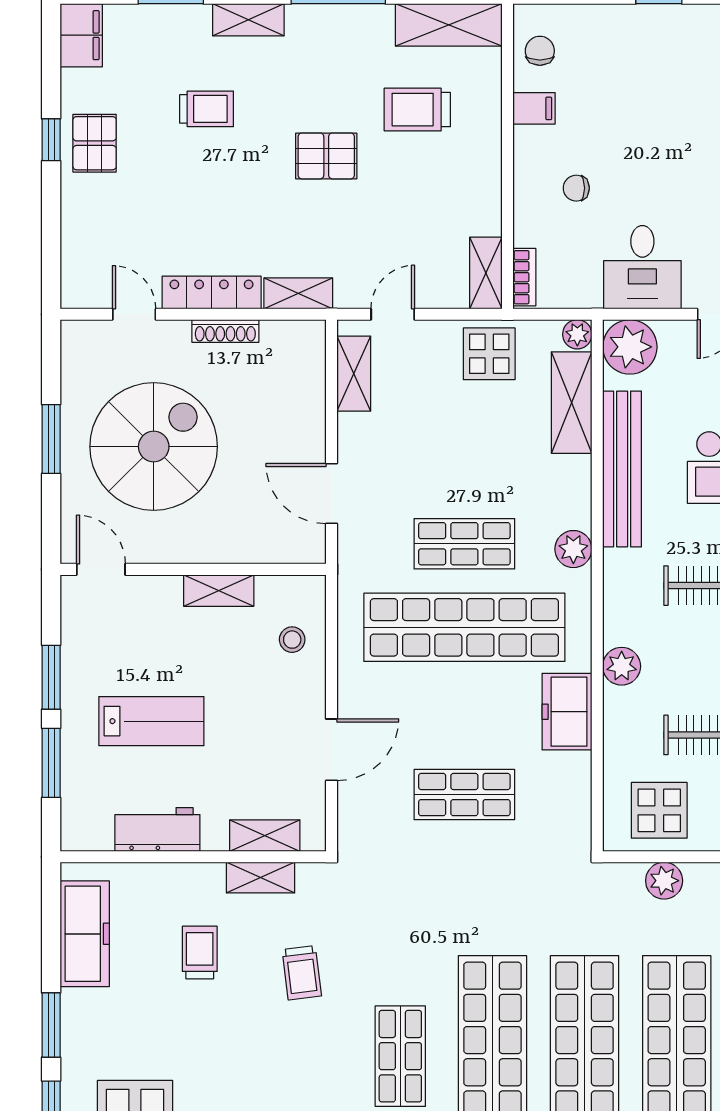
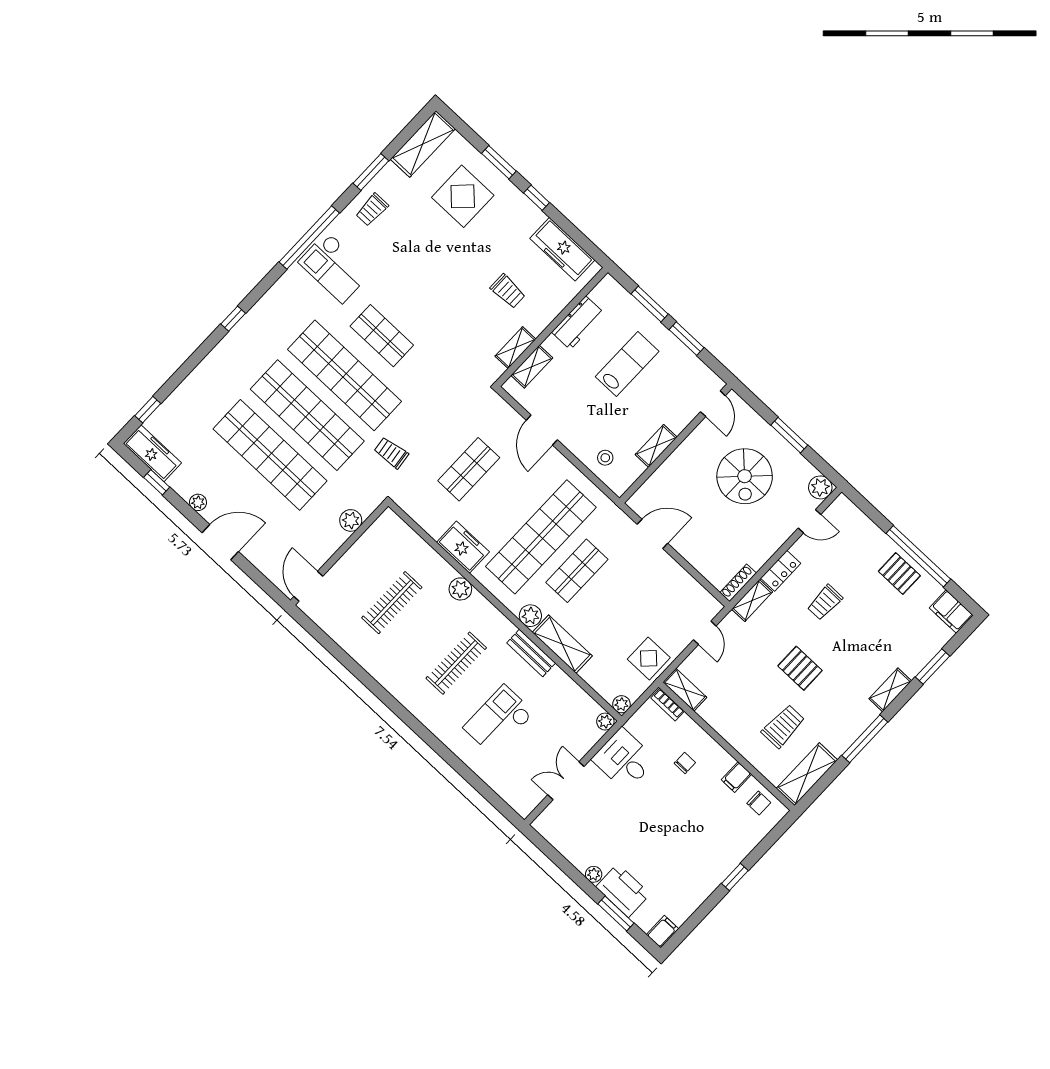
trolley: (207, 109) -> (825, 602), moved
window: (51, 140) -> (918, 556), width x3.17
pallet: (326, 156) -> (800, 668), turned 90
locker: (212, 293) -> (781, 571), width x0.66
shoe rack: (225, 331) -> (738, 583), moved
plant: (80, 340) -> (820, 487), added
plant: (630, 347) -> (605, 722), width x0.53, depth x0.53
shelving: (354, 374) -> (695, 592), removed
shelving: (572, 403) -> (562, 644), moved
spiral stairs: (154, 447) -> (745, 476), width x0.73, depth x0.73
bench: (622, 469) -> (531, 653), width x0.54, depth x0.82
door: (101, 569) -> (713, 404), hinge flipped
lab bench: (151, 721) -> (627, 364), turned 180
display table: (659, 810) -> (383, 547), removed
trolley: (302, 973) -> (391, 453), moved
window: (51, 1025) -> (537, 198), width x0.67

